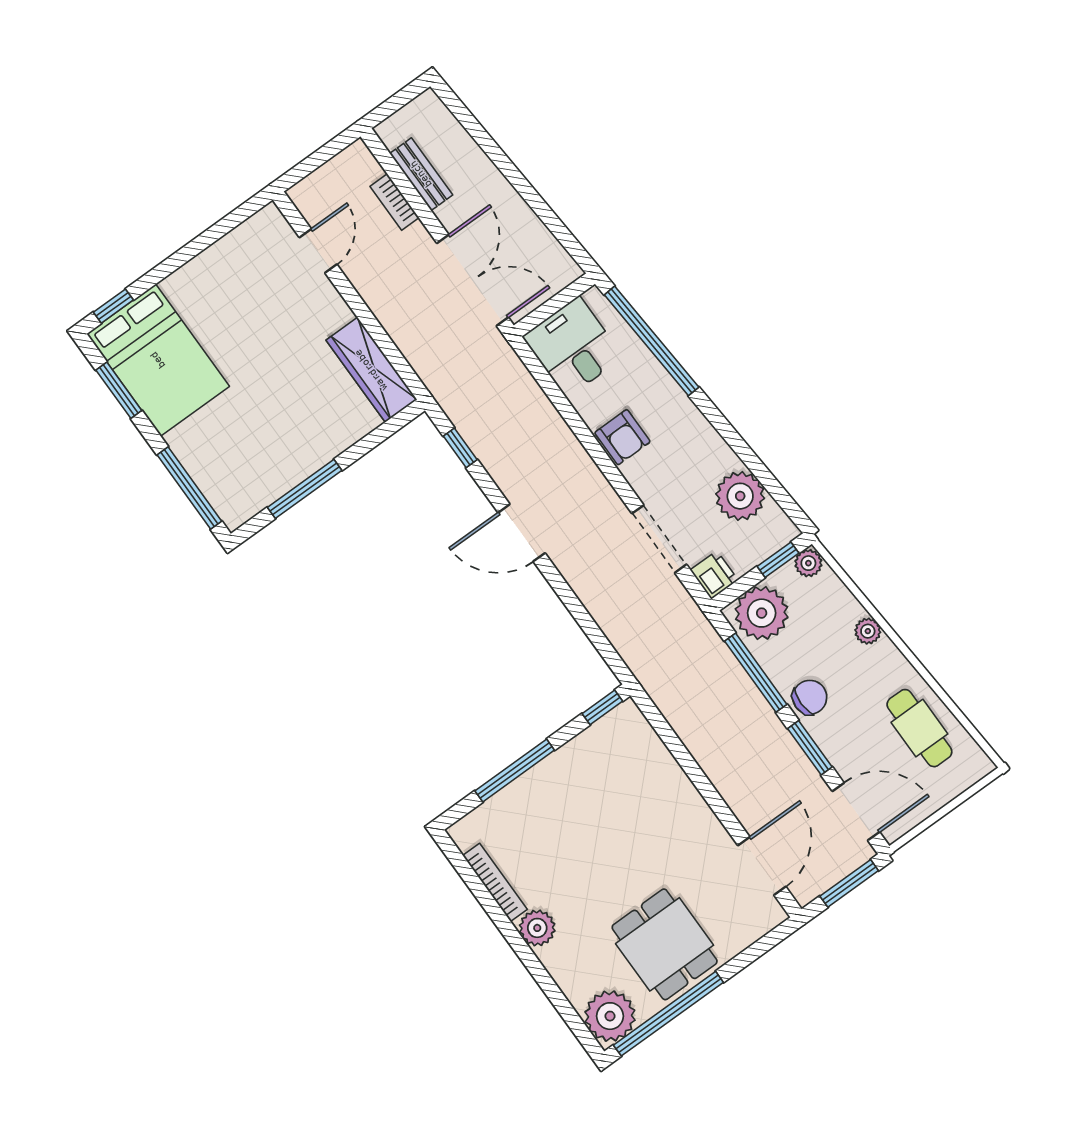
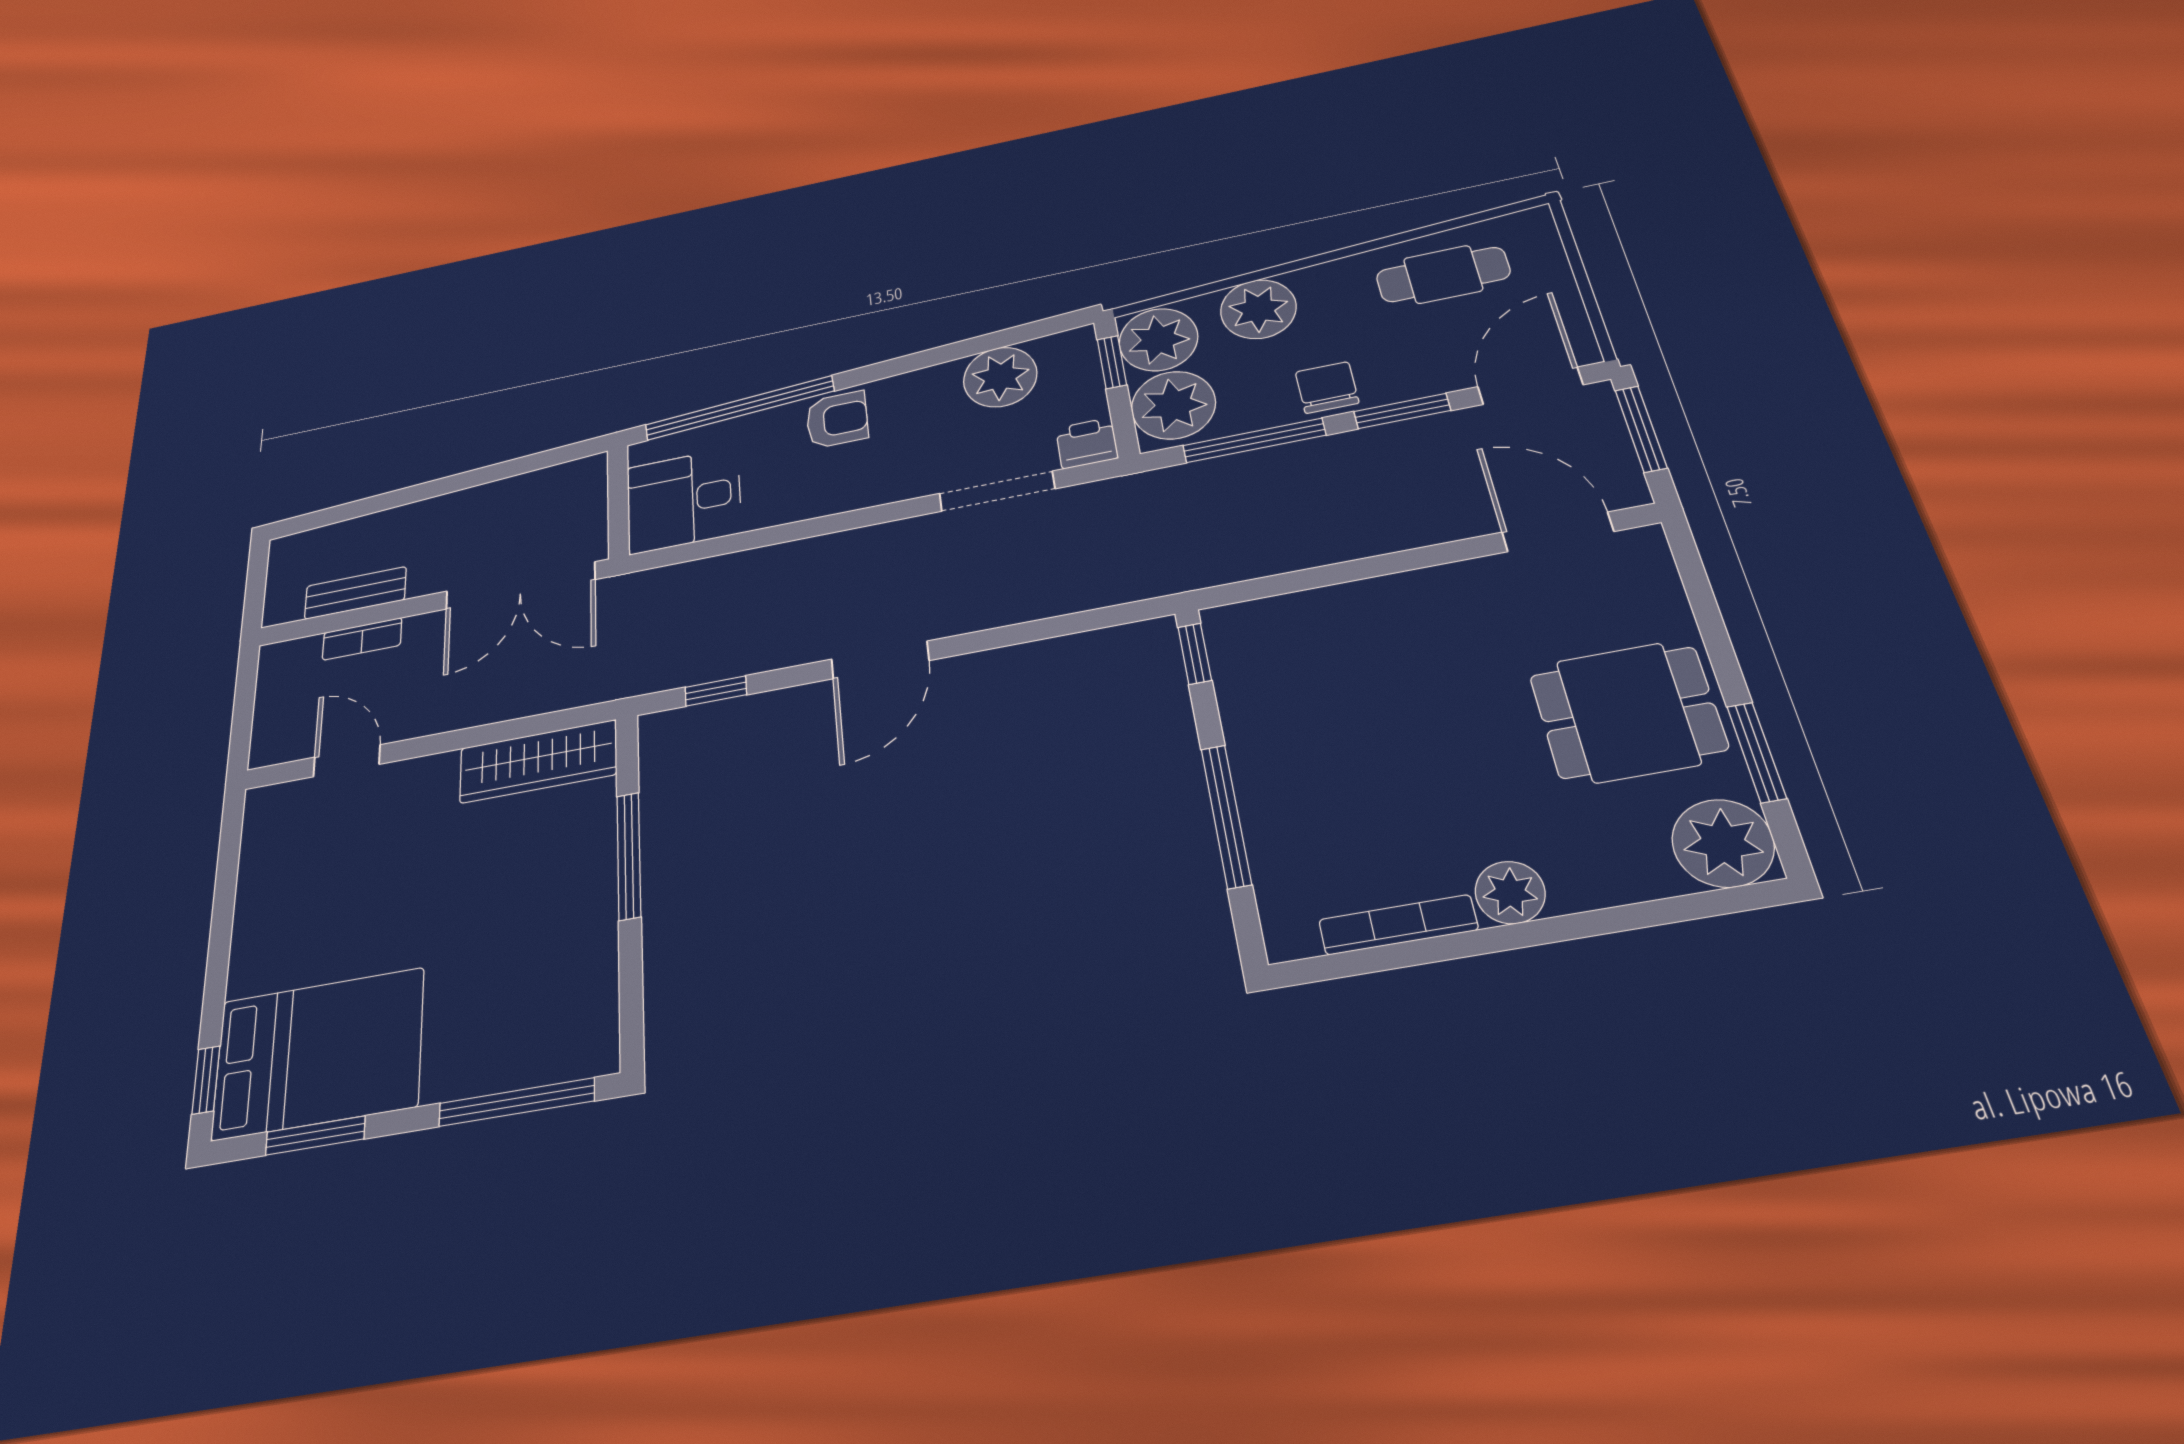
double door: (473, 280) -> (520, 585), swing flipped
armchair: (622, 437) -> (837, 420), moved
window: (305, 489) -> (629, 856), moved
plant: (808, 563) -> (1158, 340), width x1.87, depth x1.87
plant: (868, 631) -> (1258, 309), width x1.88, depth x1.88
window: (668, 1014) -> (1756, 752), width x0.47

